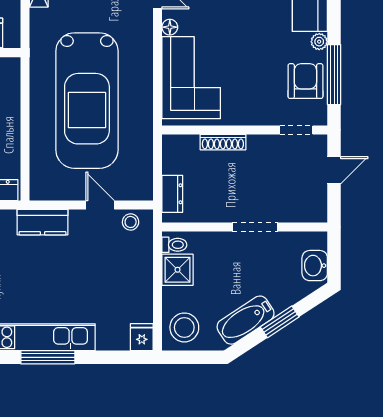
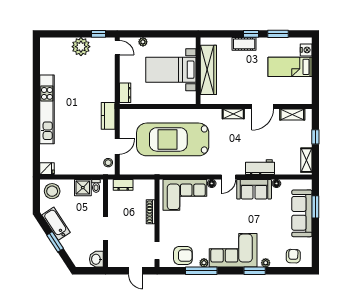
window: (334, 75) -> (201, 271), moved
washbasin: (315, 266) -> (96, 259), moved, turned -90
window: (48, 357) -> (36, 119), removed

